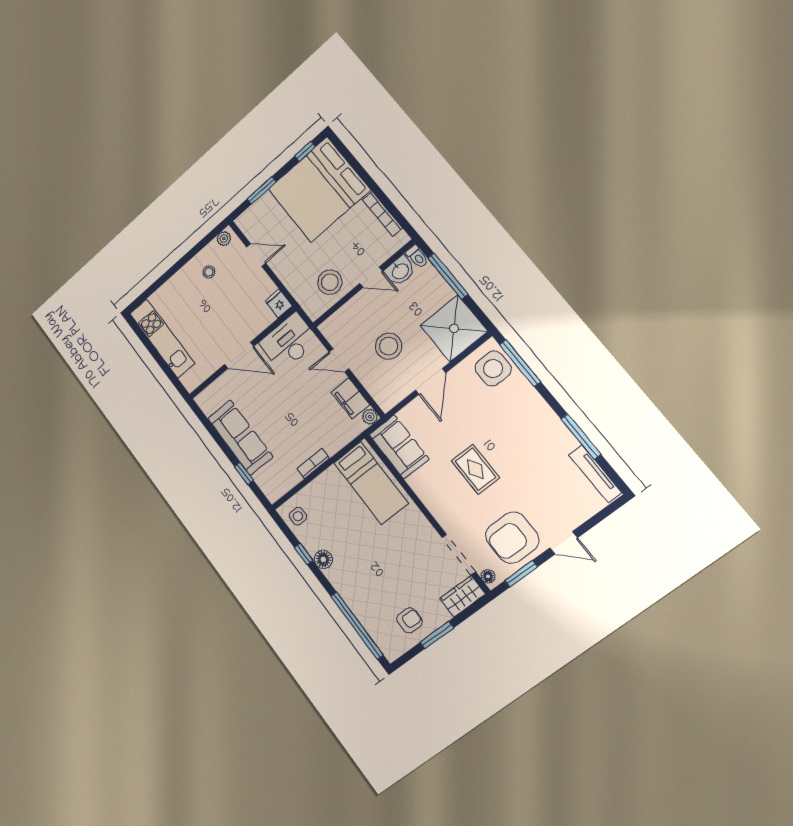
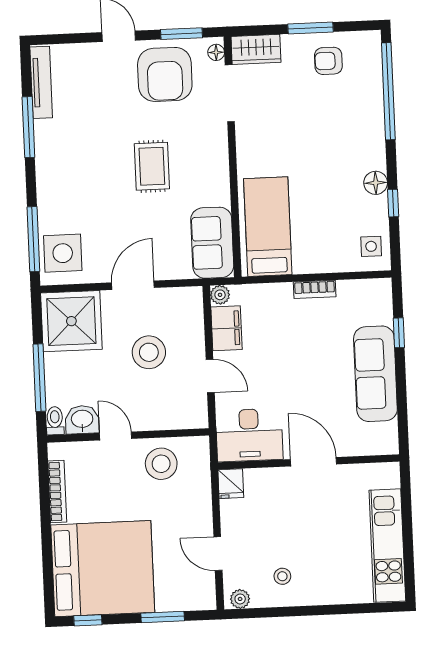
armchair: (512, 538) -> (165, 74), turned 90

